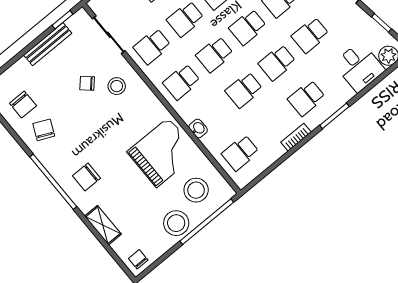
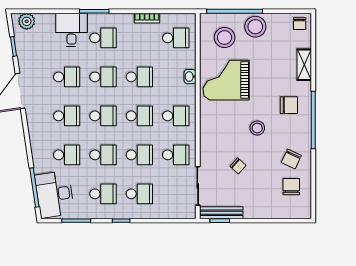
bench: (48, 44) -> (221, 213), moved
desk: (359, 67) -> (71, 30), moved
stool: (117, 86) -> (257, 128), moved
bookcase: (296, 137) -> (147, 18), moved

